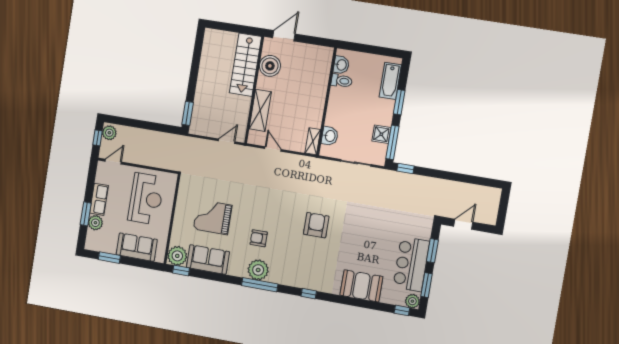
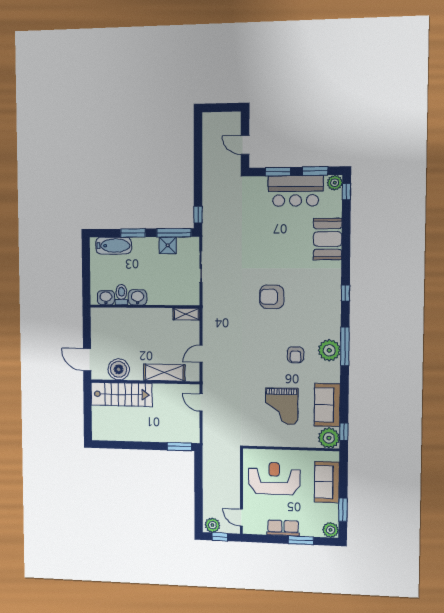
washbasin: (330, 136) -> (138, 297), moved
plant: (95, 223) -> (331, 530), moved

